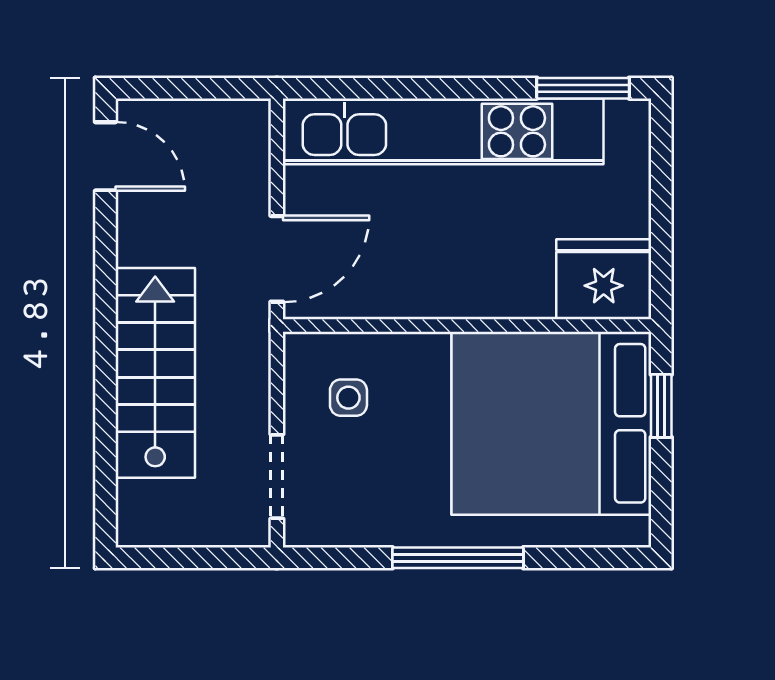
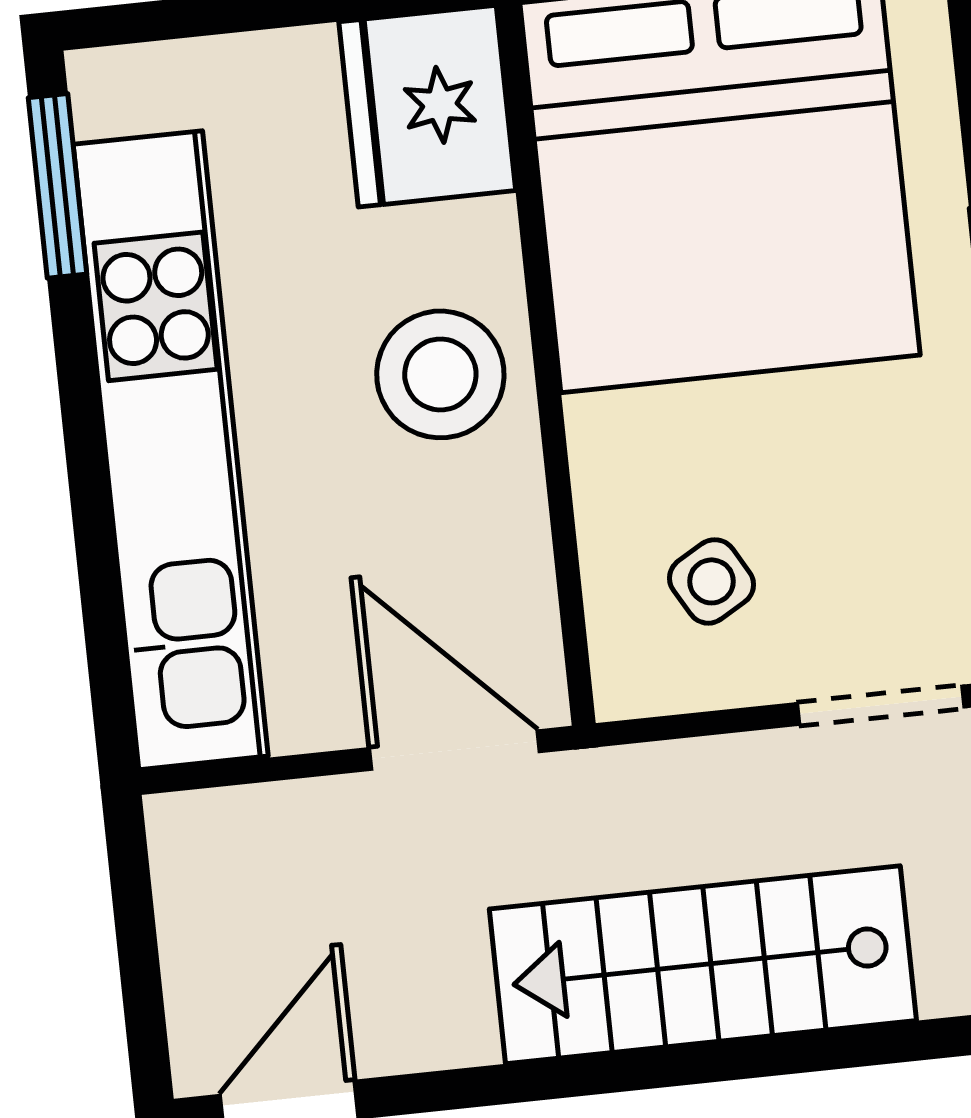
stool: (467, 272) -> (440, 374), added
side table: (348, 398) -> (712, 581), turned -30

